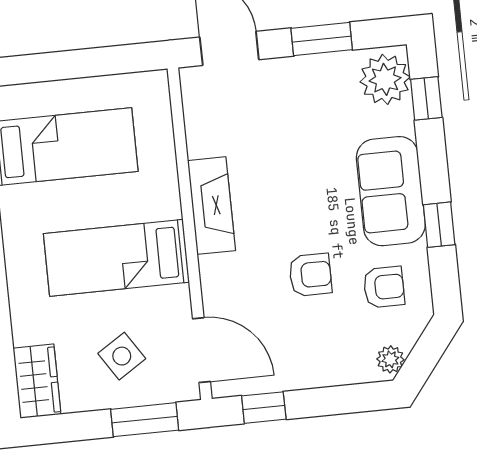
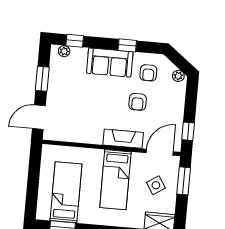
plant: (385, 79) -> (64, 51), width x0.53, depth x0.53
fireplace: (211, 206) -> (123, 139), moved
armchair: (310, 275) -> (138, 102), turned 180
armchair: (384, 287) -> (148, 73), turned 180

